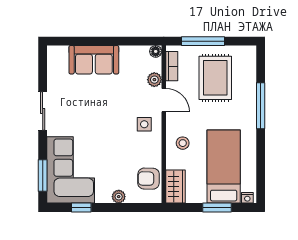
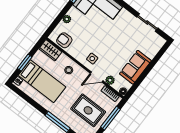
sofa: (94, 60) -> (135, 67), moved
sliding door: (43, 111) -> (147, 22), moved
armchair: (149, 179) -> (64, 40), turned -91

